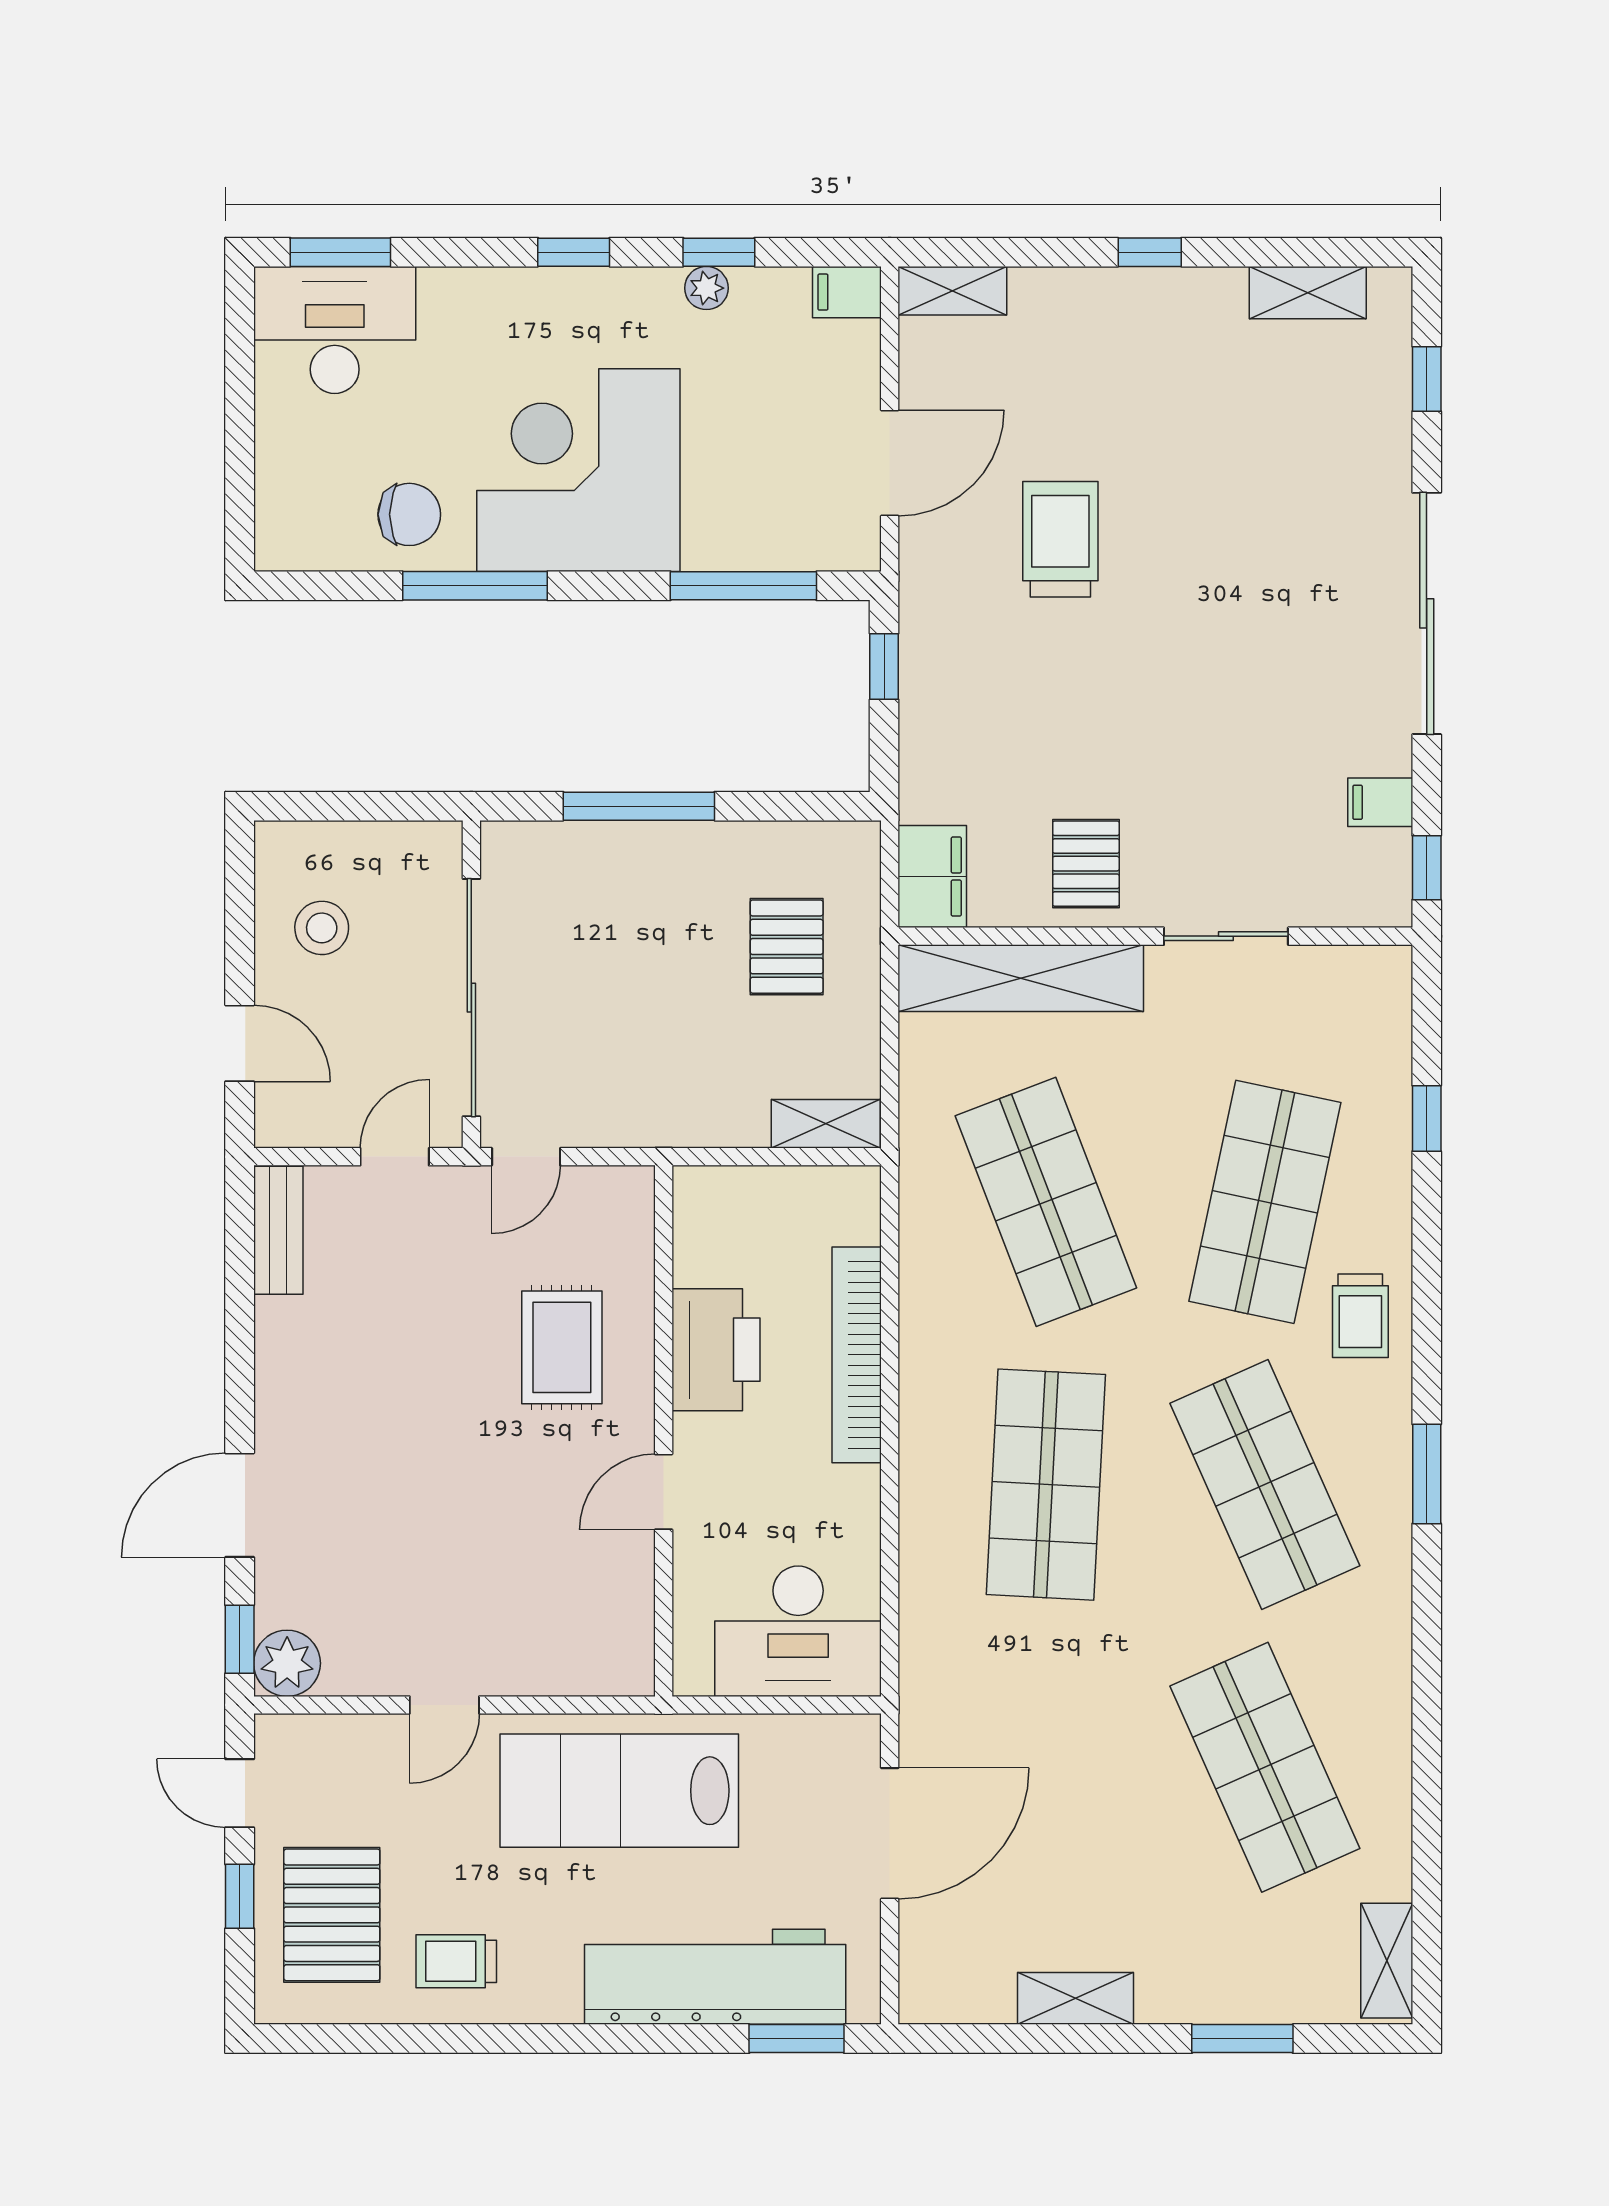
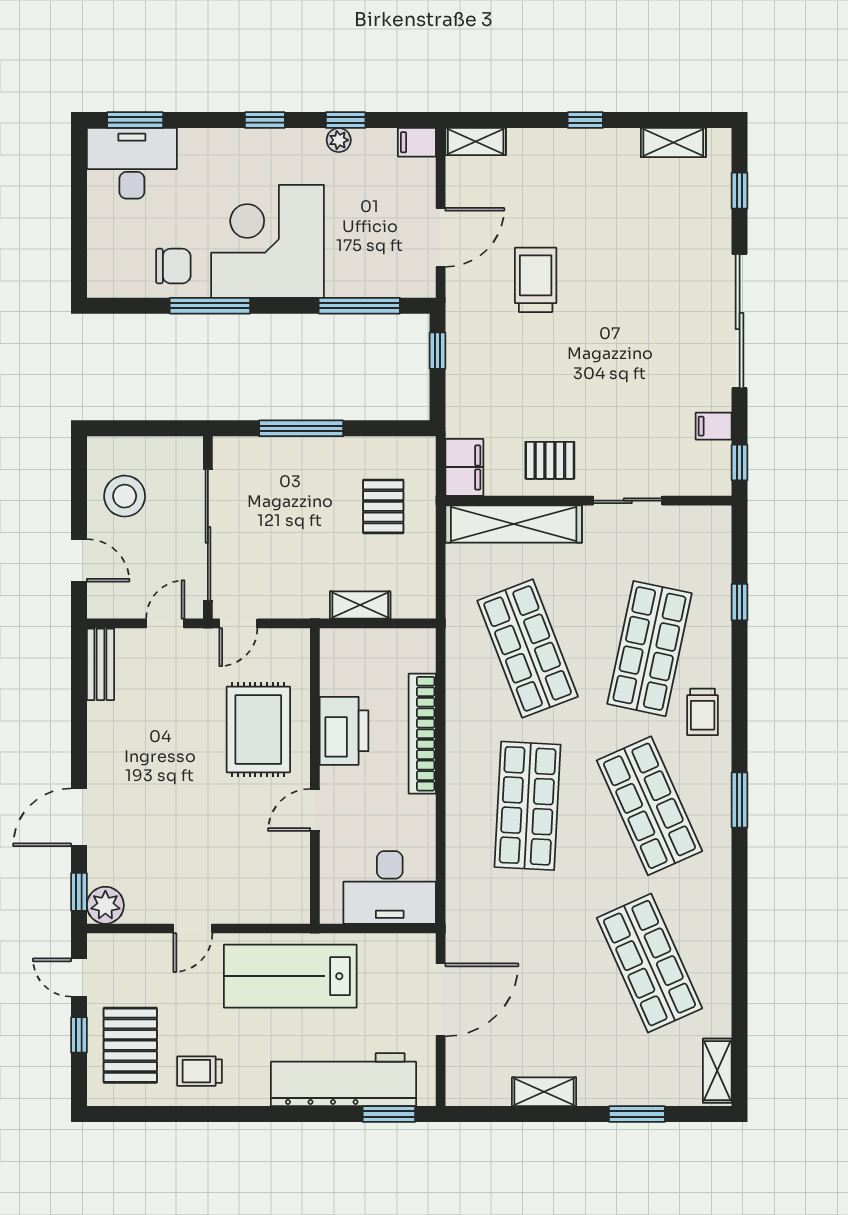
pallet: (1086, 864) -> (550, 460), turned 90
stool: (322, 928) -> (125, 496), width x1.38, depth x1.38
shelving: (826, 1124) -> (360, 605), moved
rug: (562, 1347) -> (258, 730), width x1.36, depth x1.43

